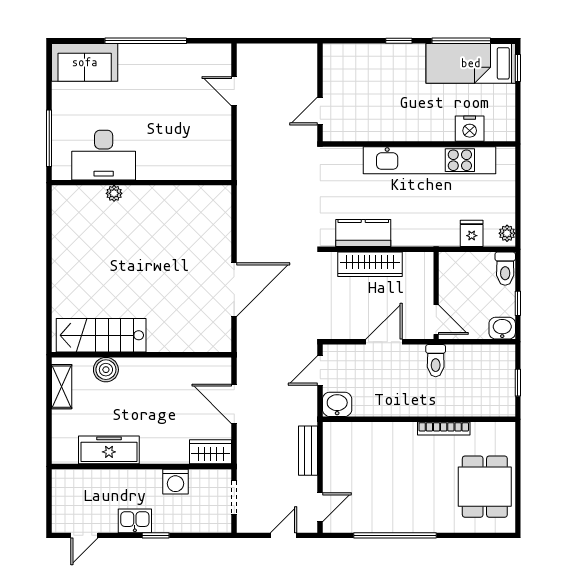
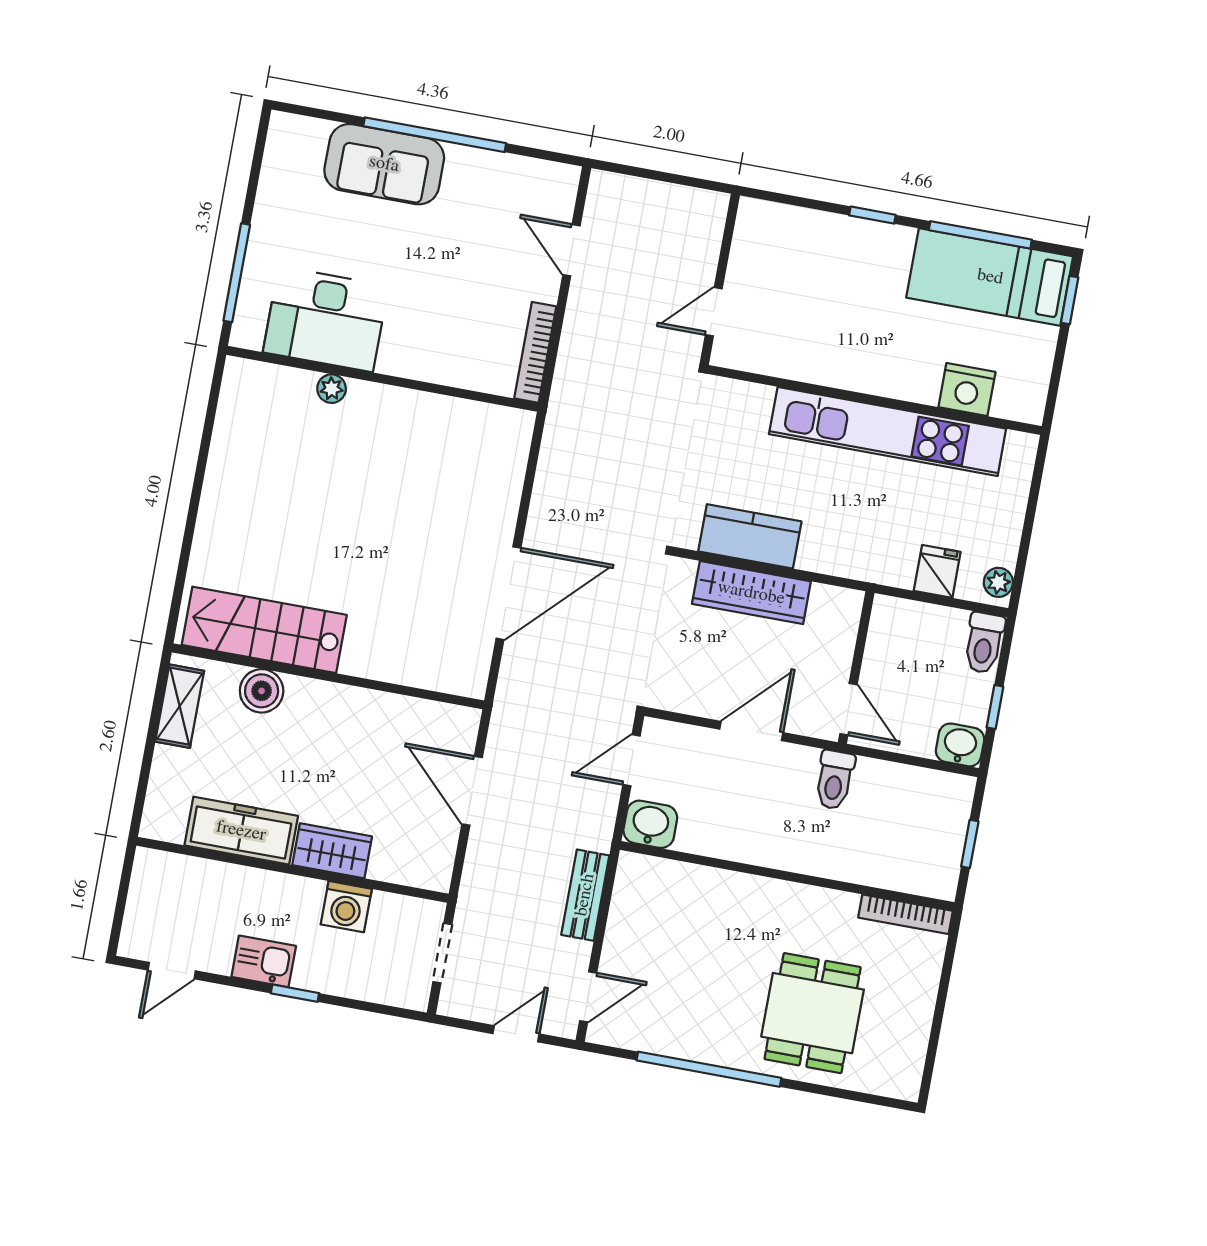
sofa: (85, 62) -> (384, 164), moved
bookcase: (224, 152) -> (535, 352), added
bookcase: (444, 428) -> (906, 914), moved
wardrobe: (211, 452) -> (332, 851), moved
dining table: (485, 487) -> (813, 1013), moved

